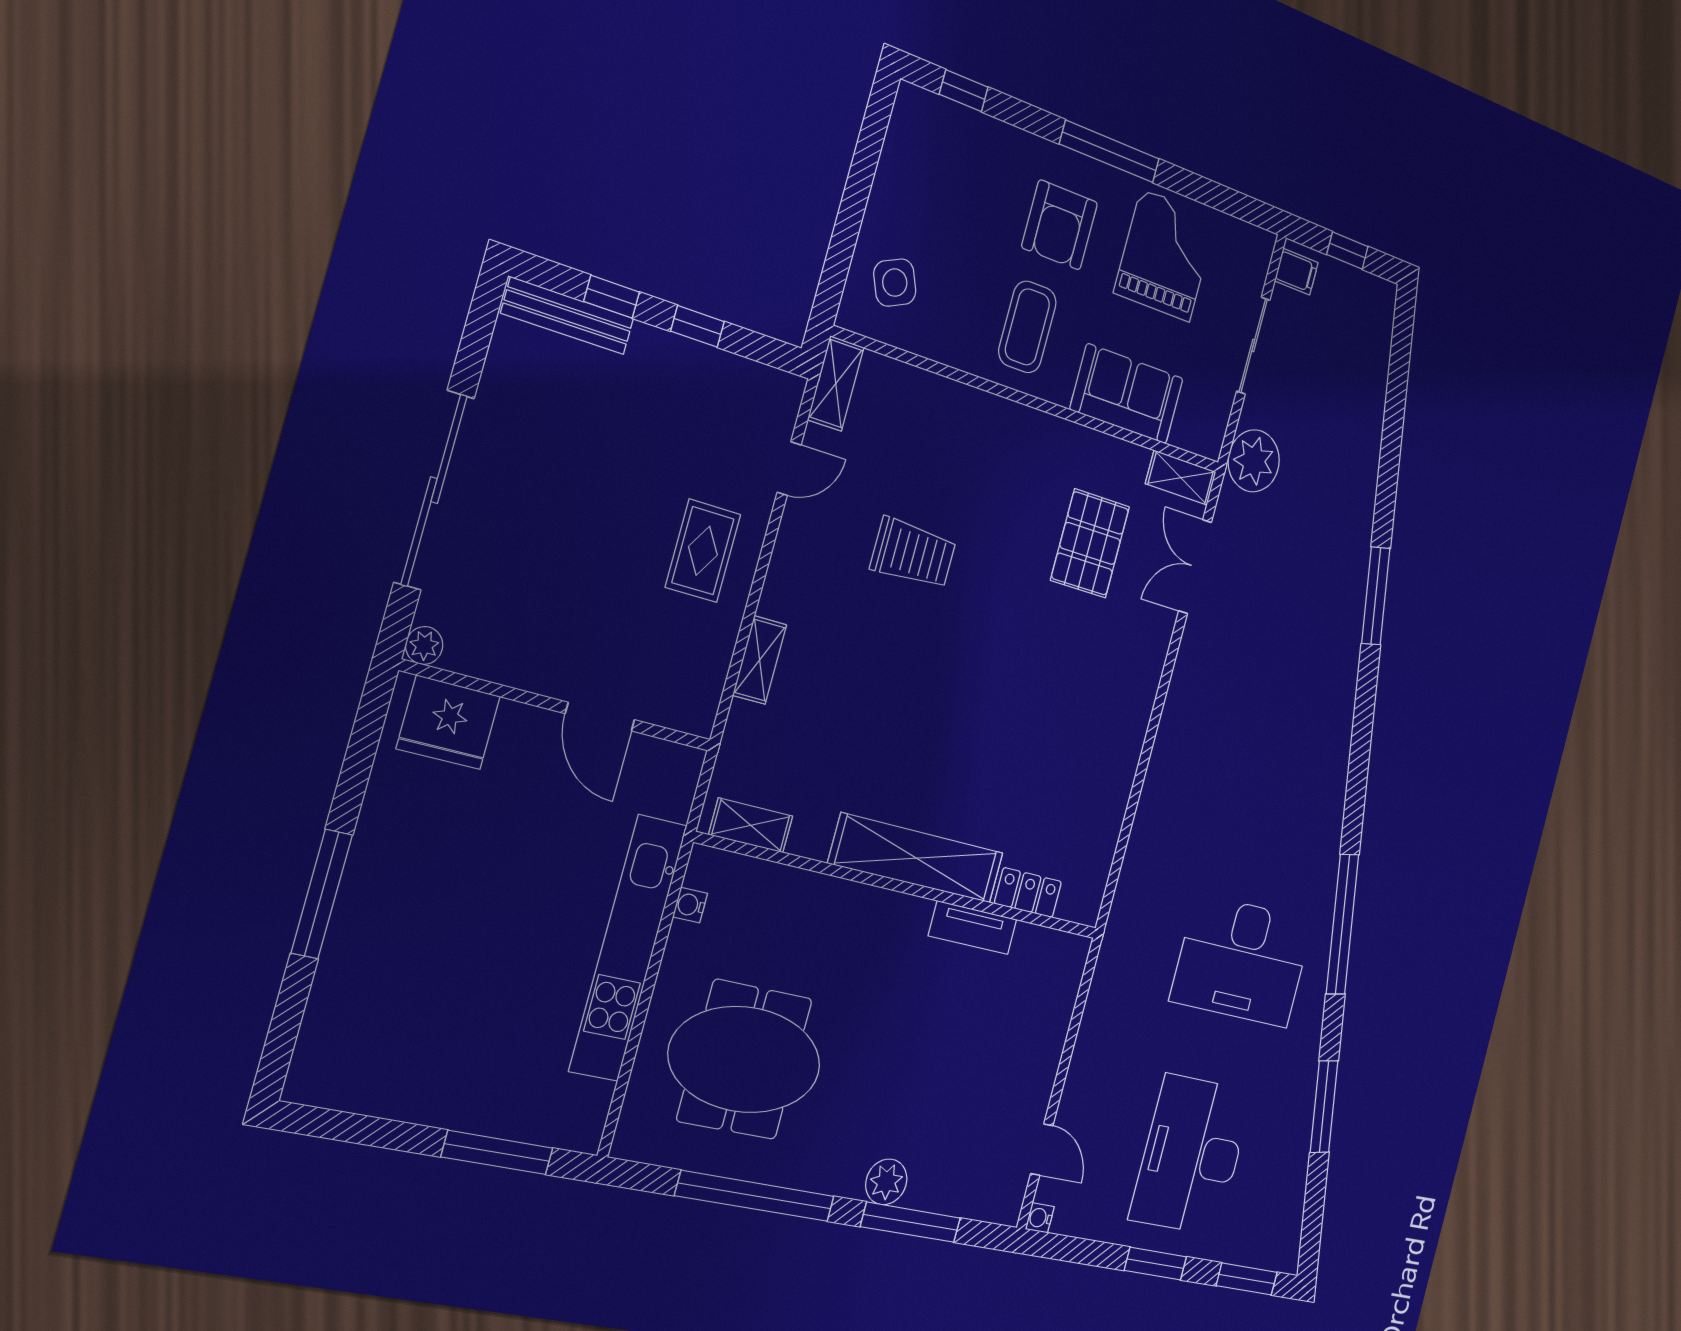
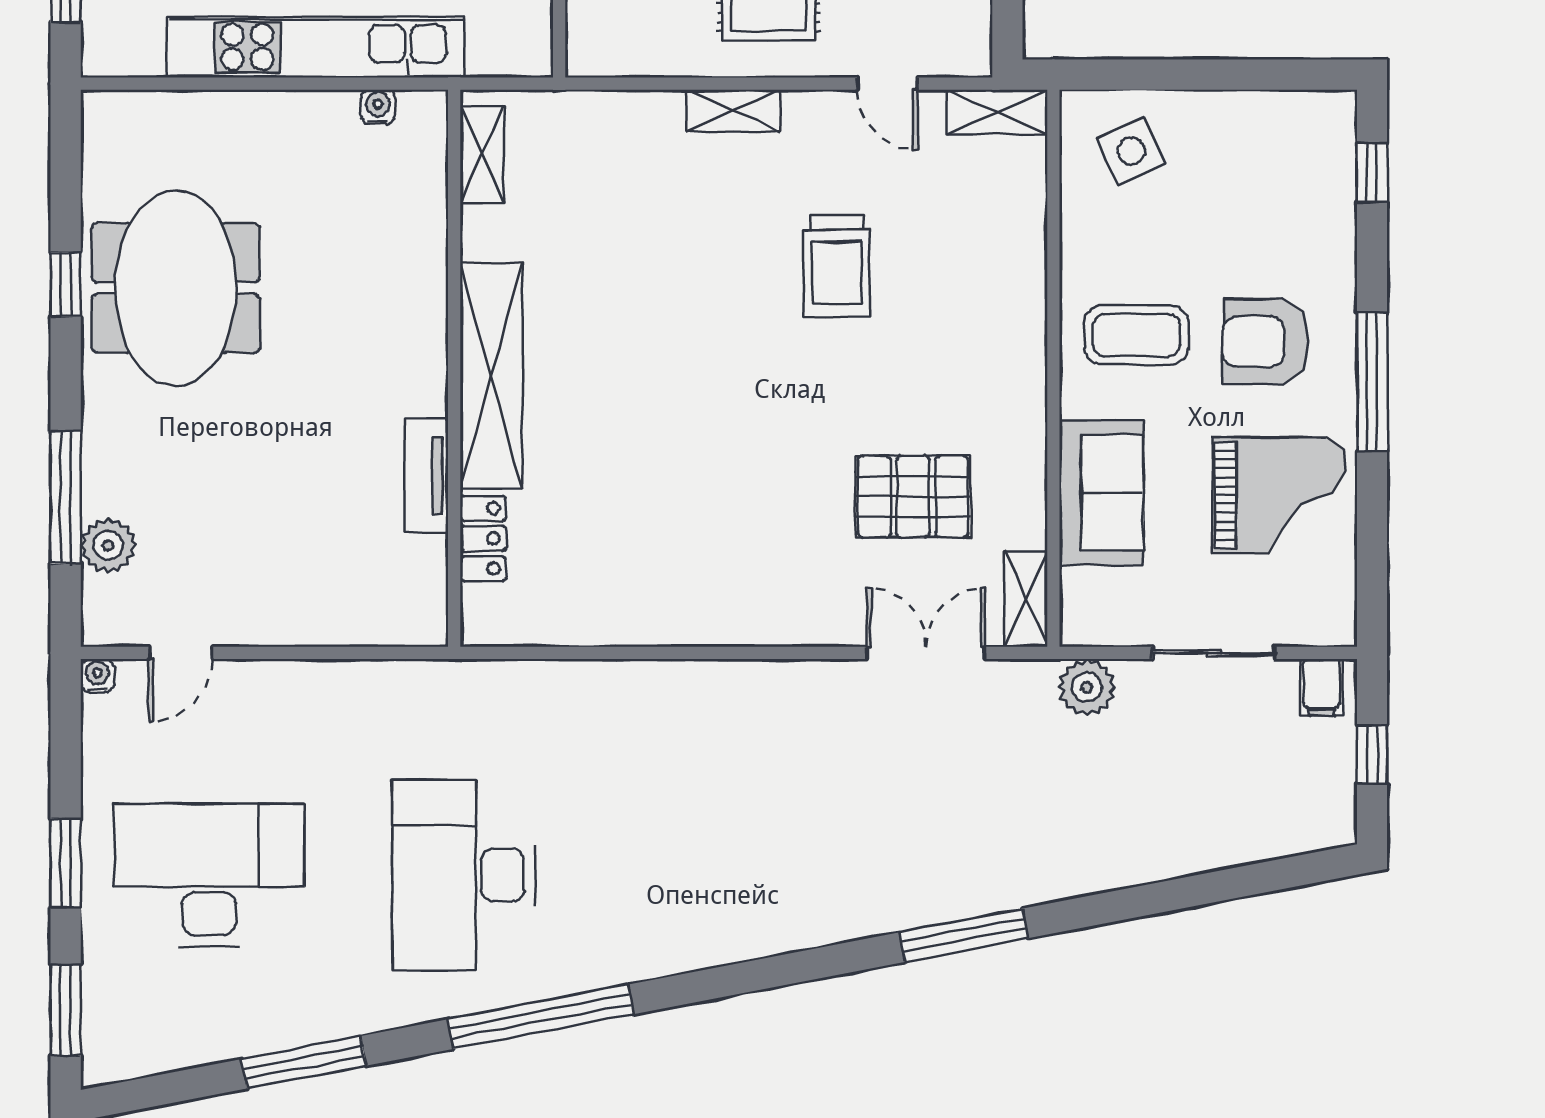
plant: (1254, 461) -> (1087, 687), width x0.73, depth x0.73
shelving: (760, 660) -> (733, 111), moved
meeting table: (745, 1059) -> (176, 288), moved
plant: (886, 1182) -> (108, 545), moved
window: (755, 1196) -> (66, 284), width x0.32

